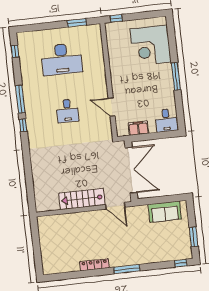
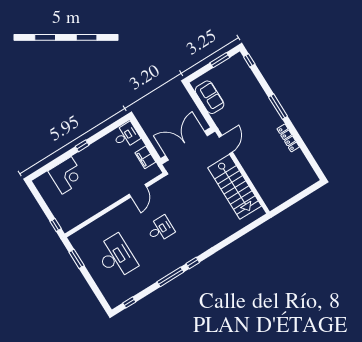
corner desk: (151, 45) -> (67, 175), width x0.74, depth x0.74
window: (176, 76) -> (82, 146), width x0.46
stairs: (82, 199) -> (235, 187), width x1.36, depth x1.51

